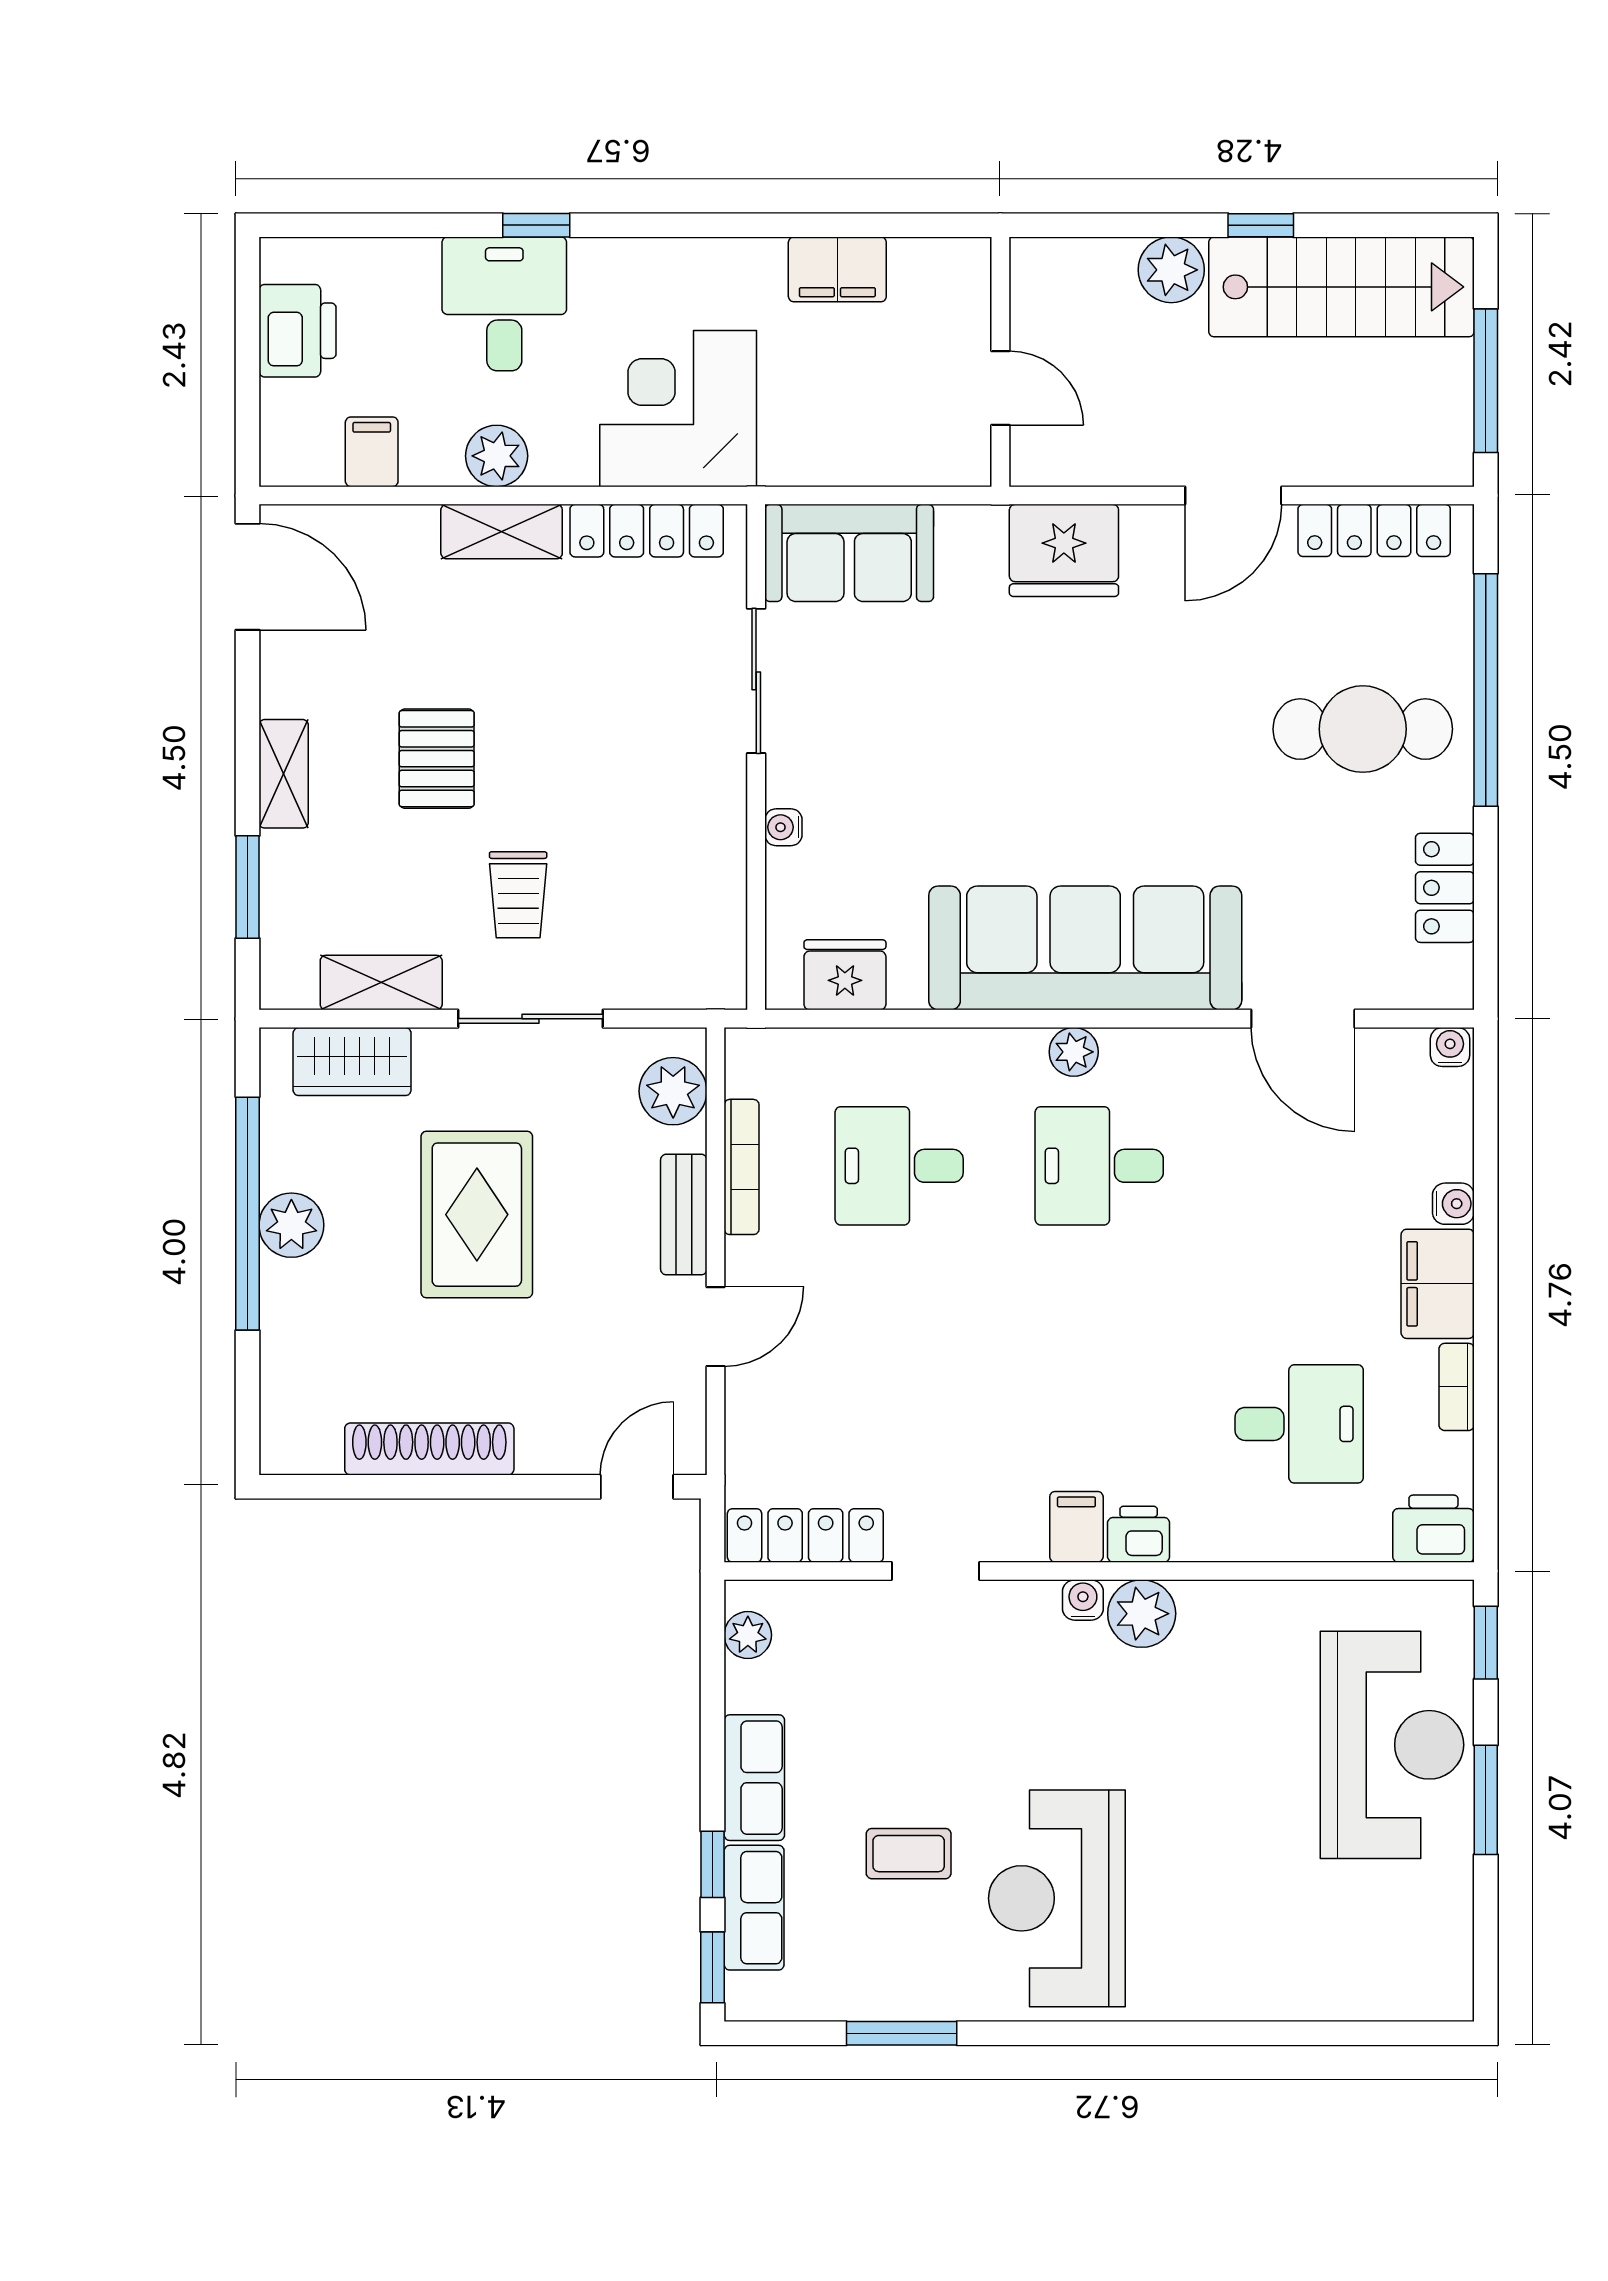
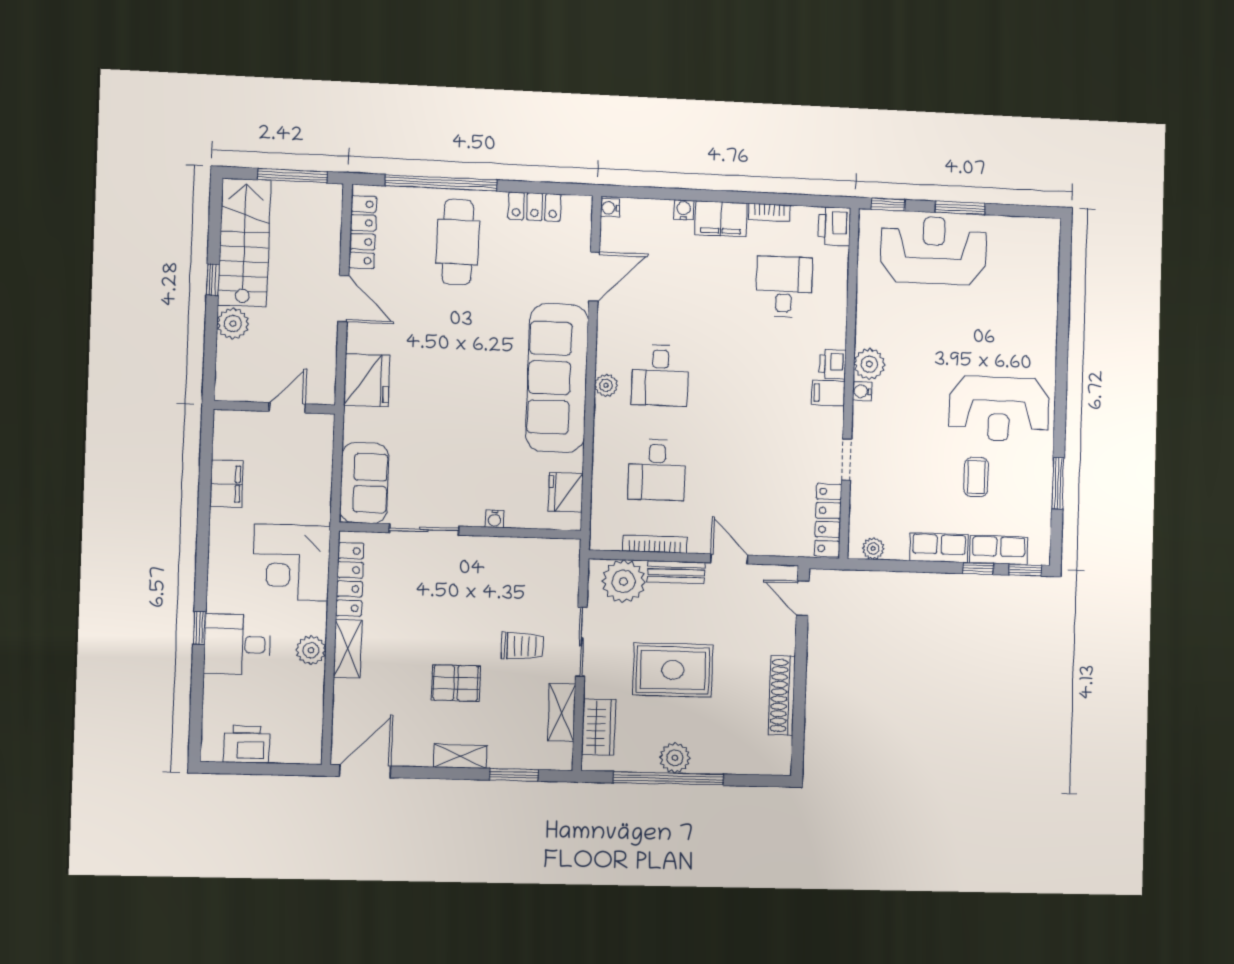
filing cabinet: (372, 452) -> (307, 710), removed
plant: (673, 1091) -> (624, 581), width x1.36, depth x1.36

